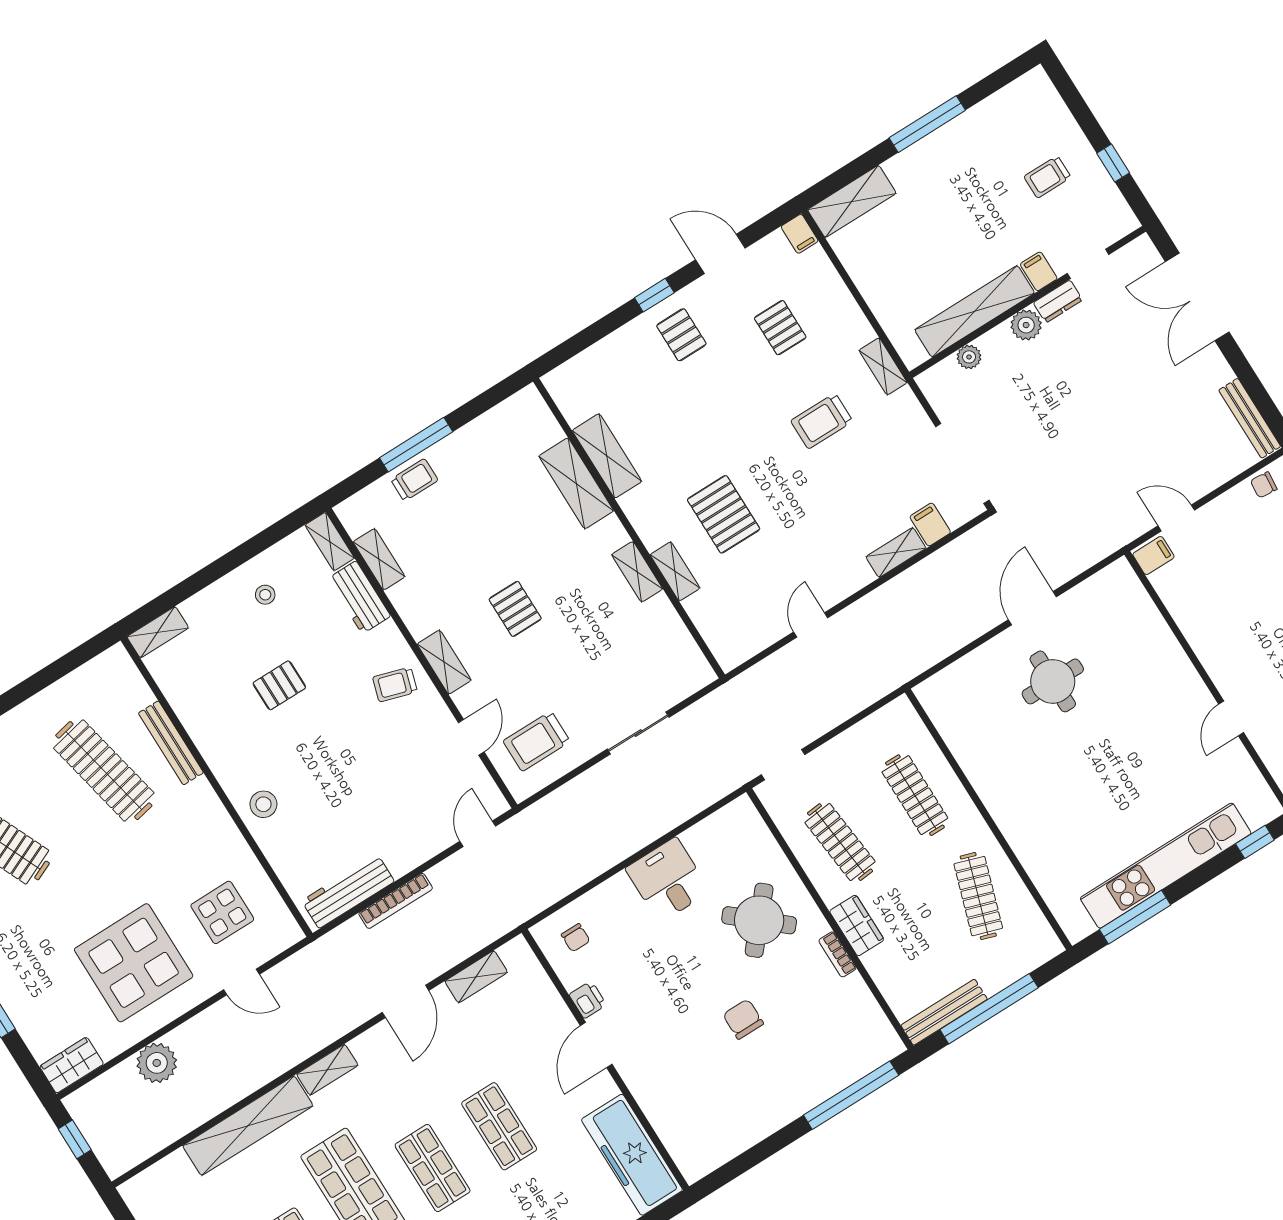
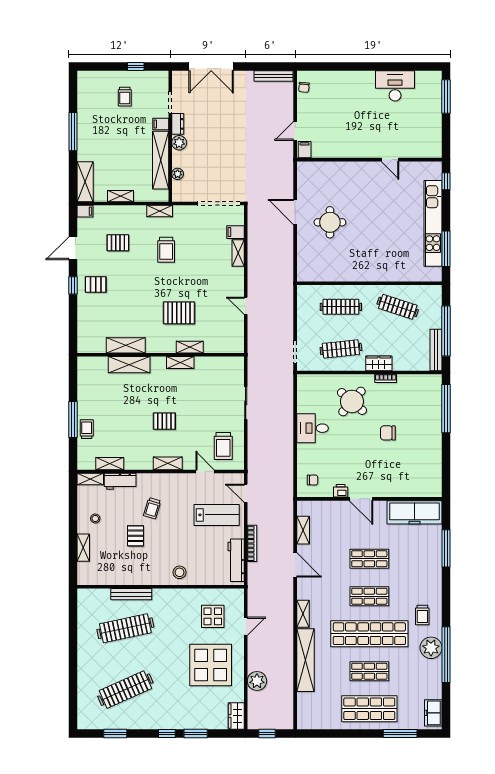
shelving: (866, 280) -> (121, 196), added
shelving: (158, 632) -> (83, 548), moved
trolley: (395, 684) -> (152, 508), moved
lab bench: (407, 806) -> (217, 515), added

